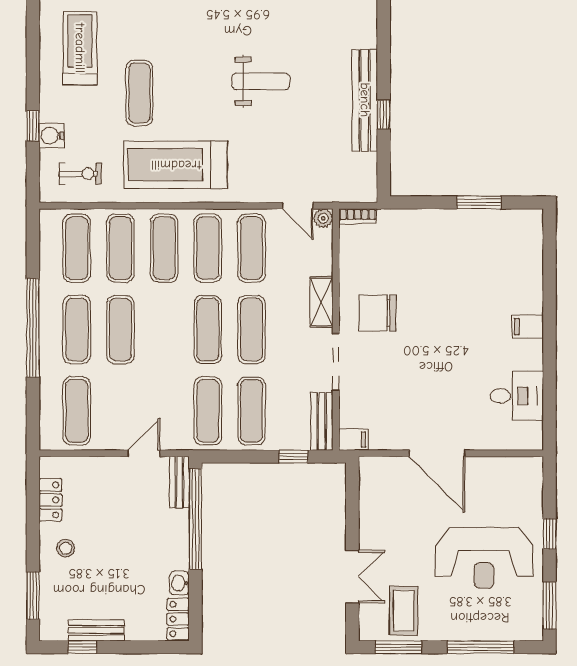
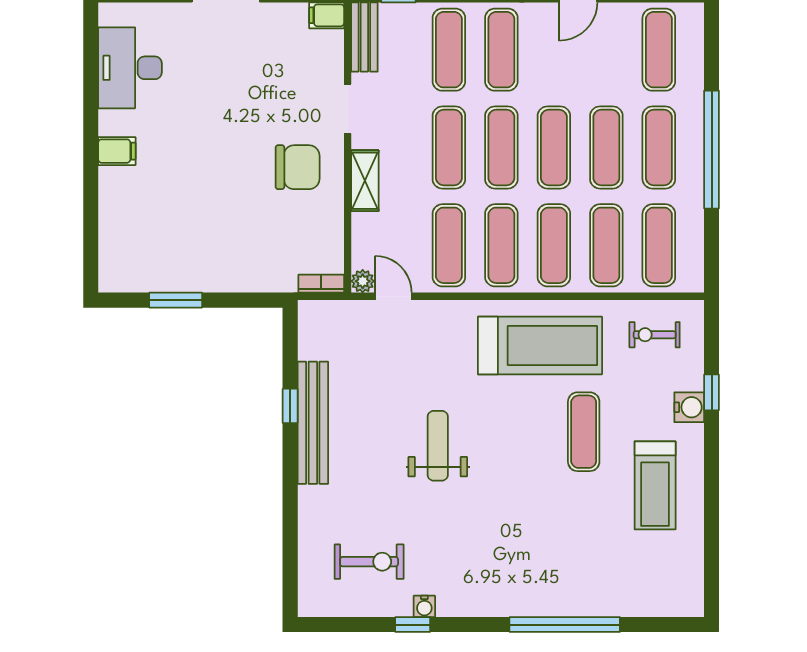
weight bench: (261, 81) -> (438, 446), turned 90
water cooler: (52, 136) -> (689, 407), moved
exercise mat: (164, 330) -> (554, 147), added
doorway: (336, 362) -> (348, 109), width x0.73
desk: (517, 396) -> (130, 68), width x1.37

